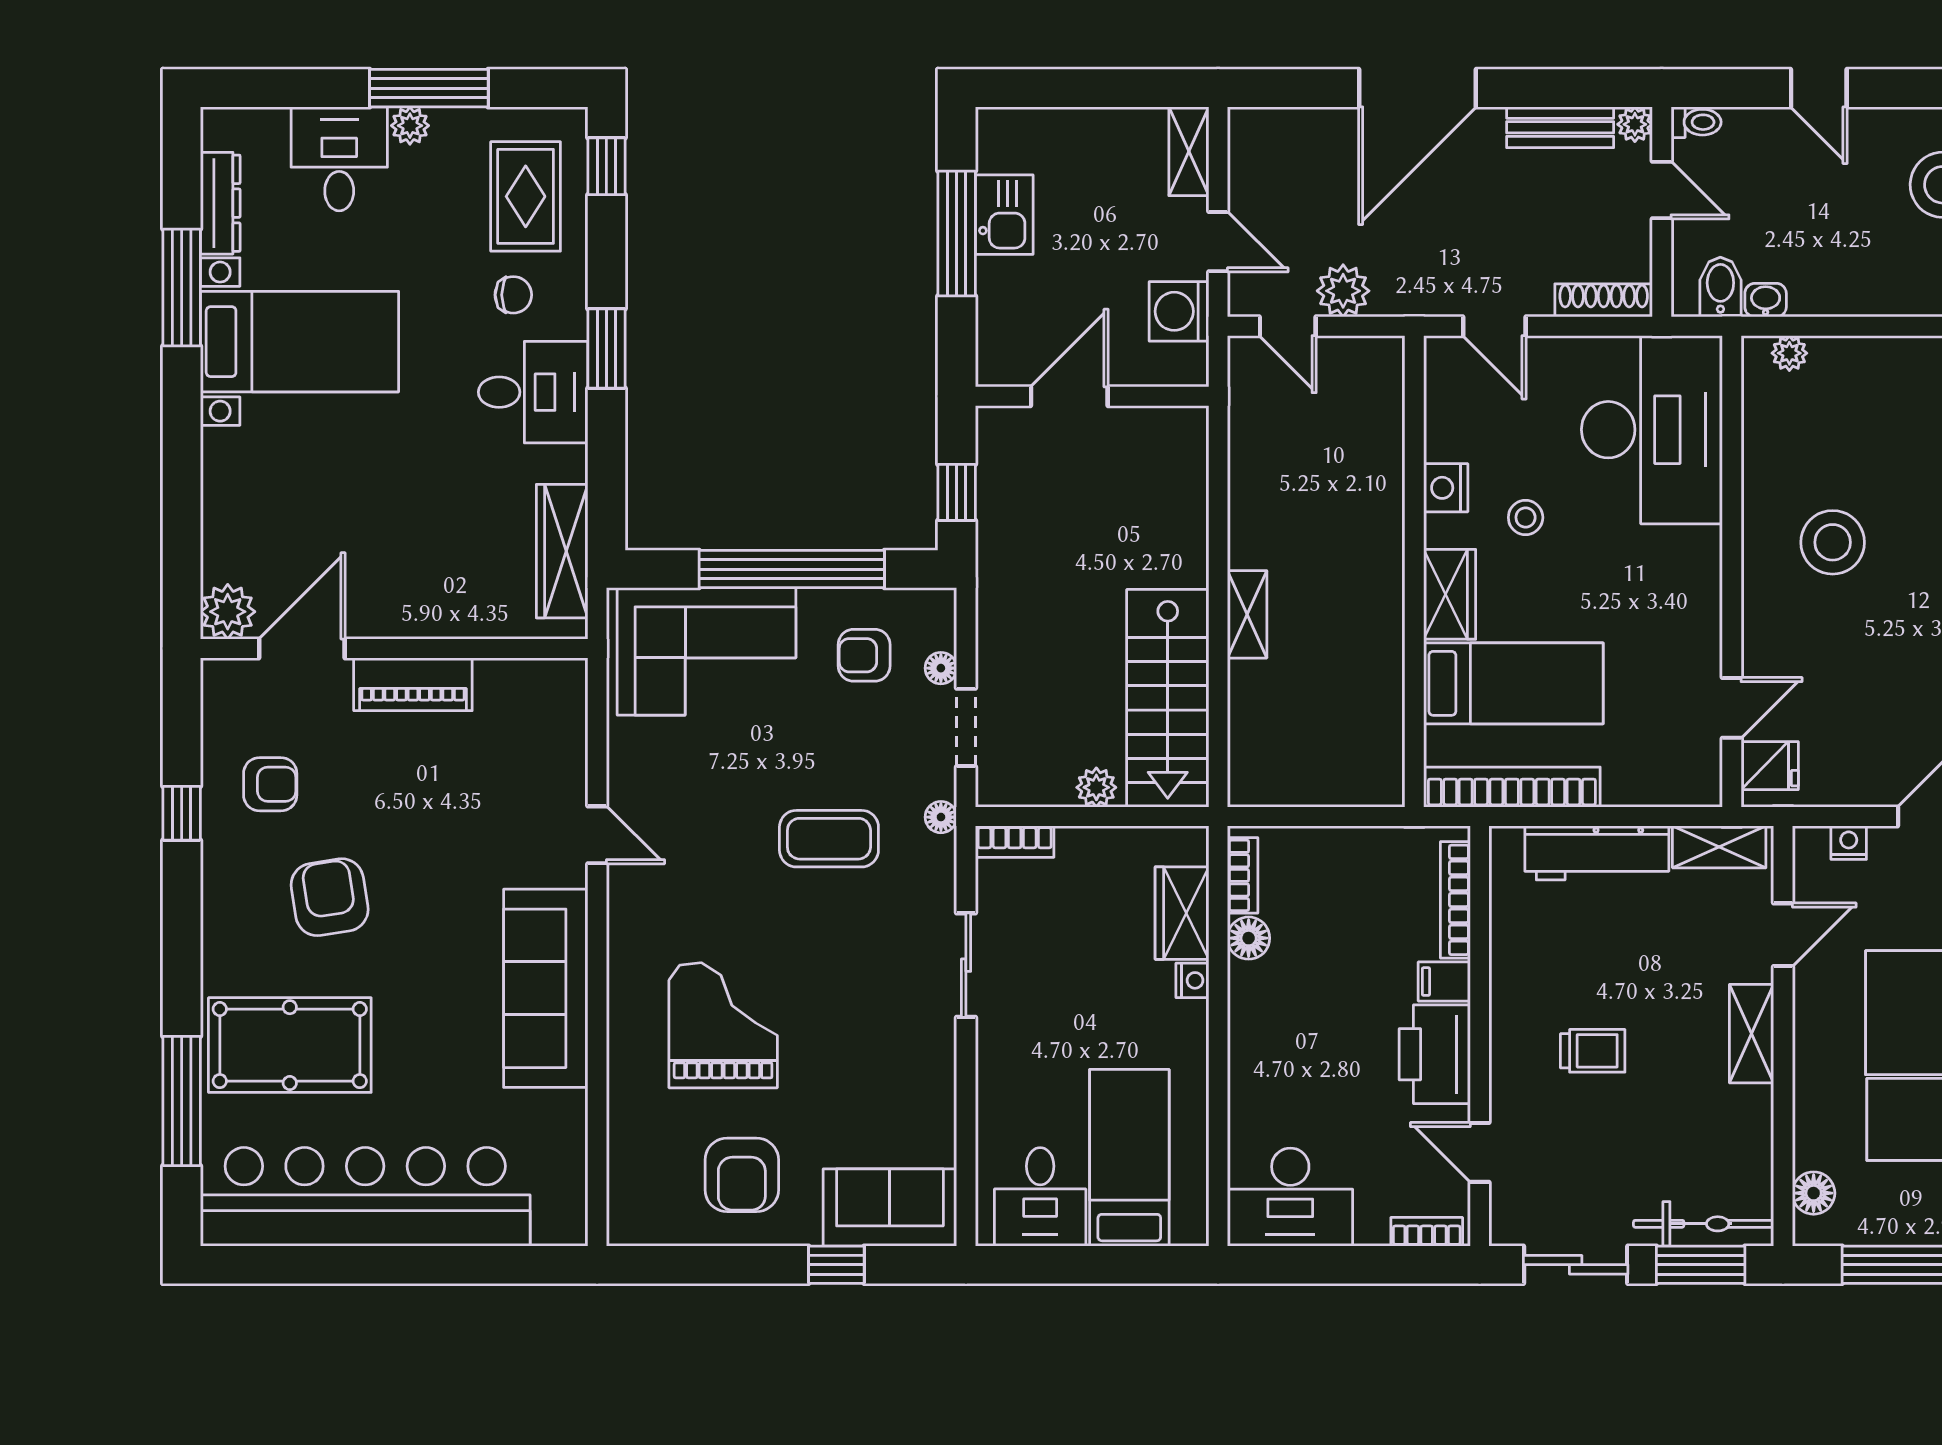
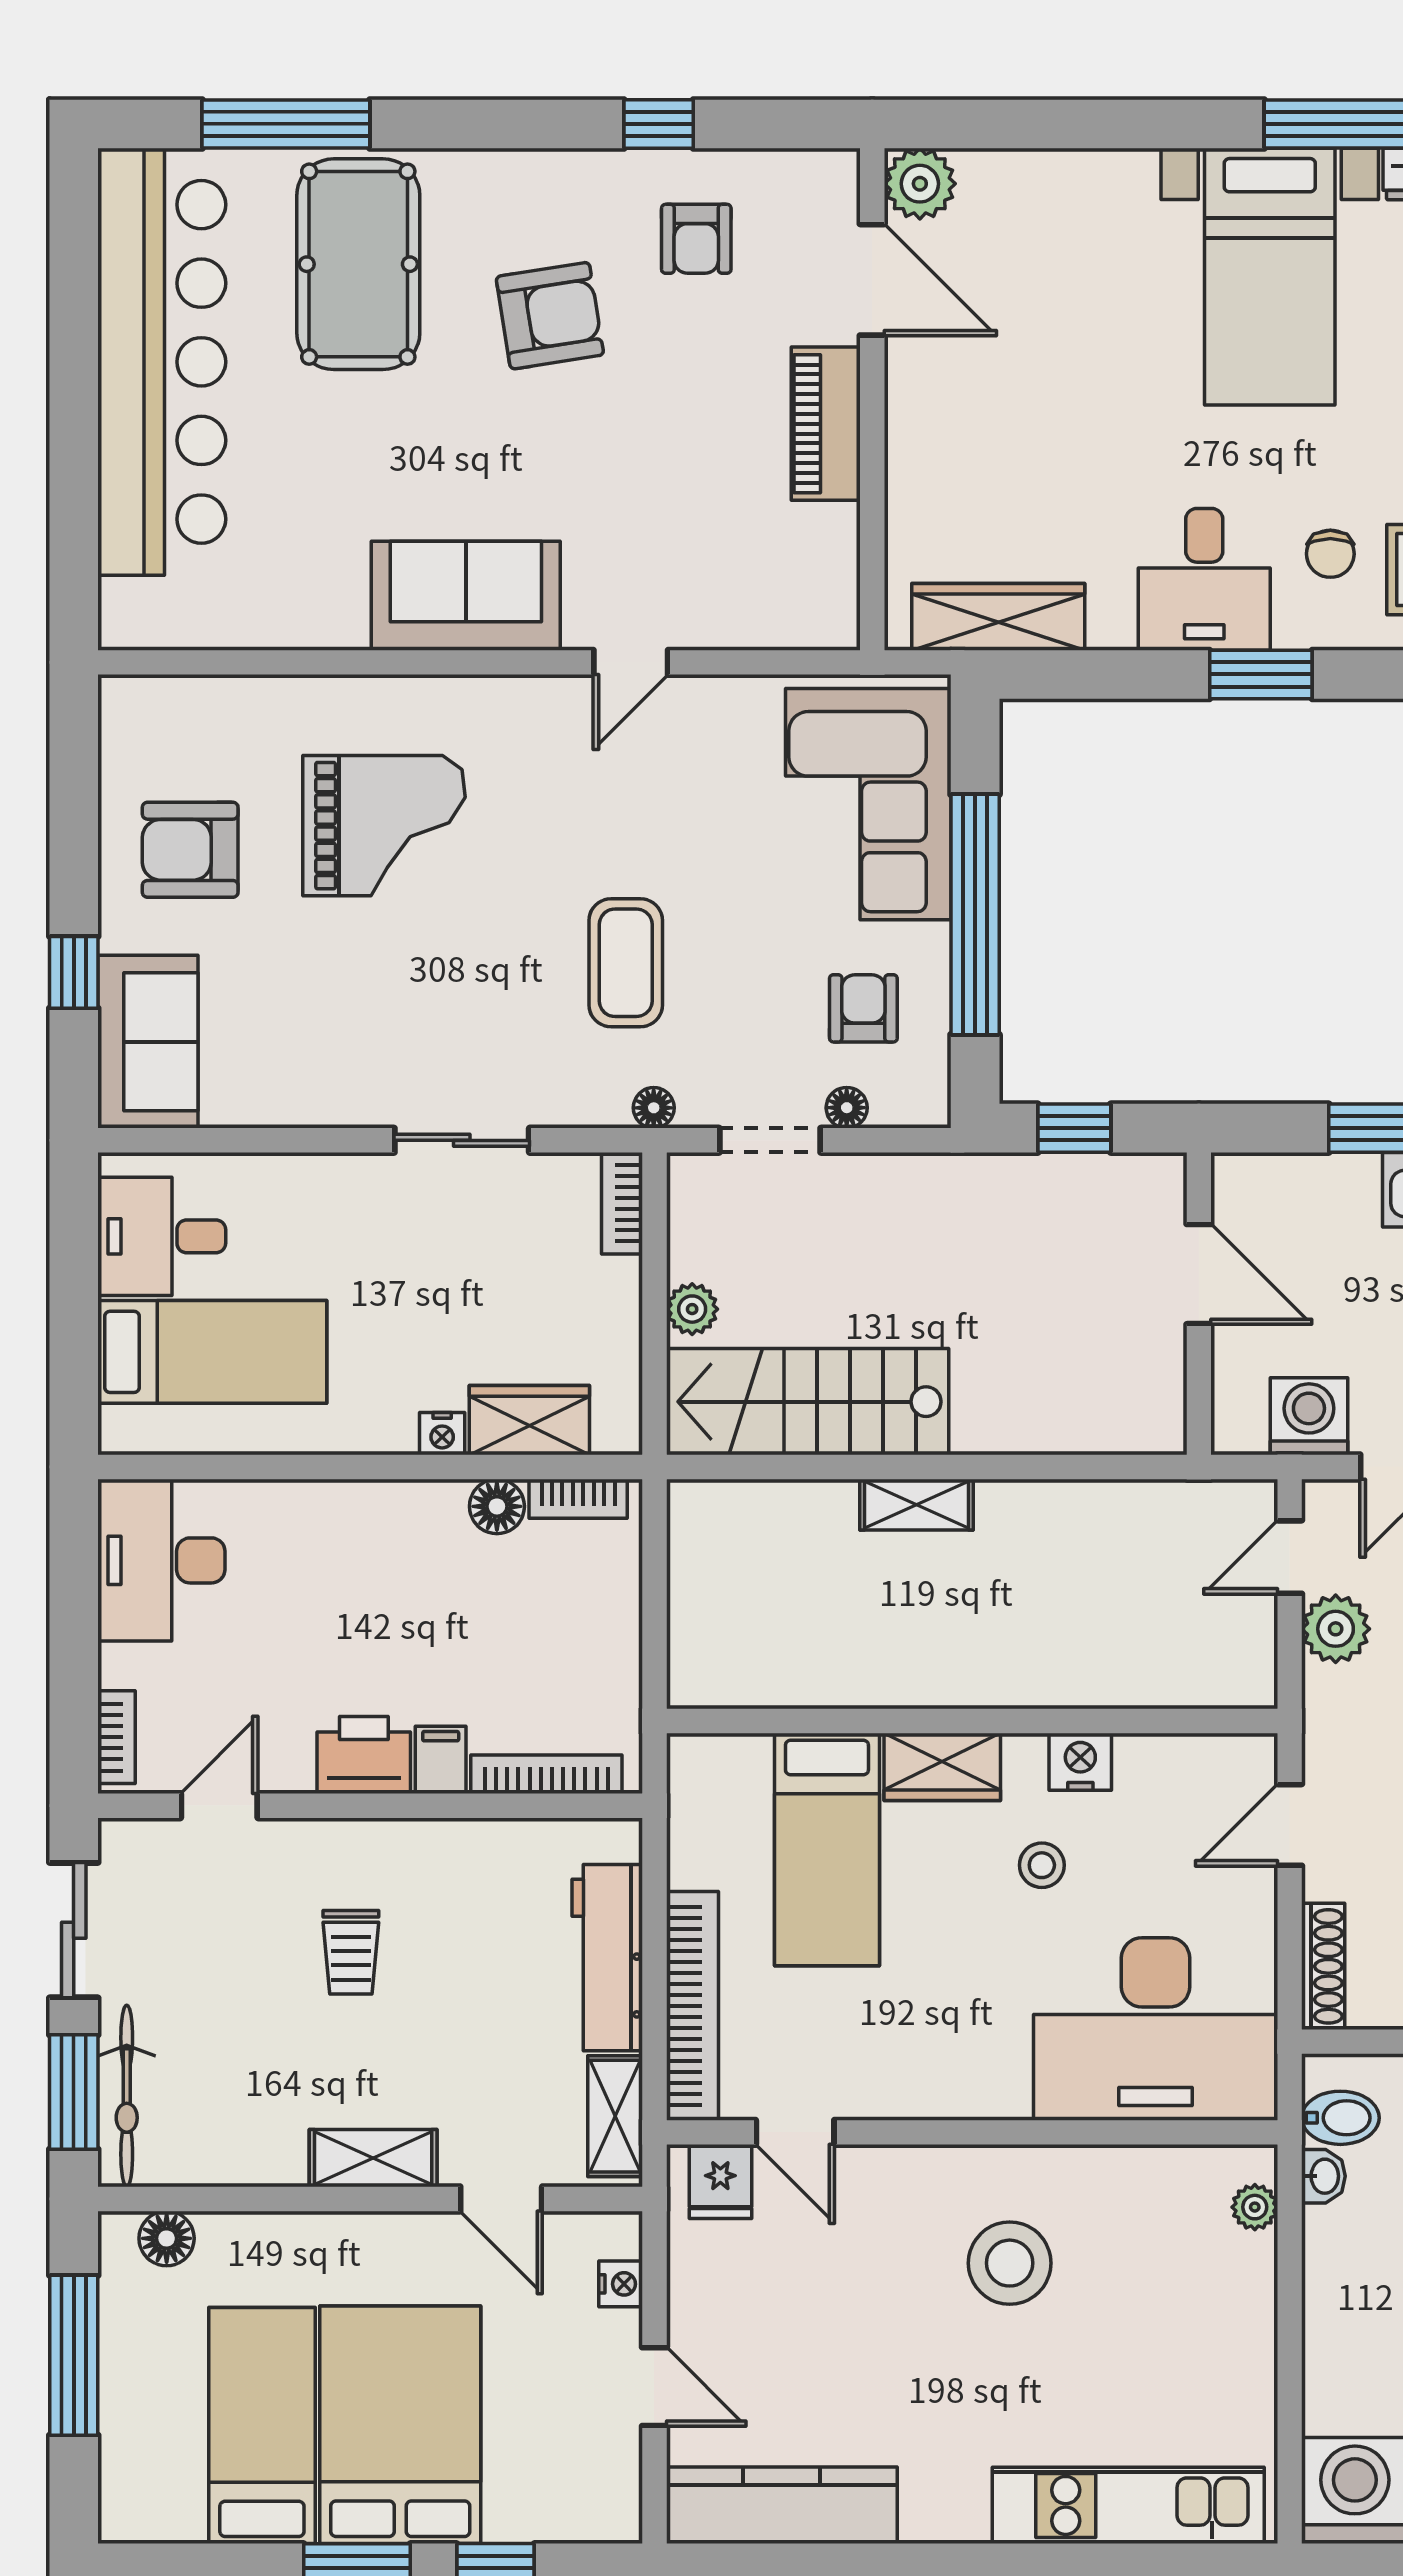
bookcase: (1512, 787) -> (693, 2006), moved
sofa: (546, 988) -> (466, 596), width x0.73
printer: (1435, 1054) -> (364, 1755), width x0.73, depth x0.84

